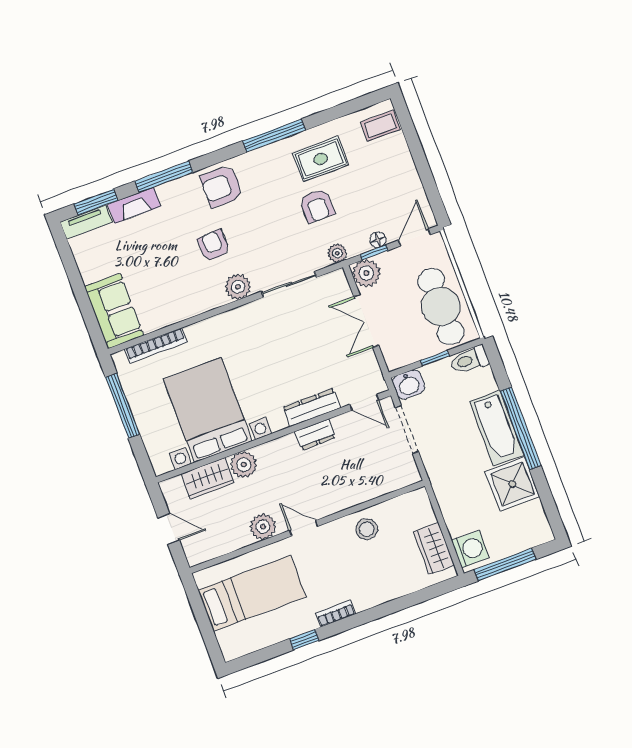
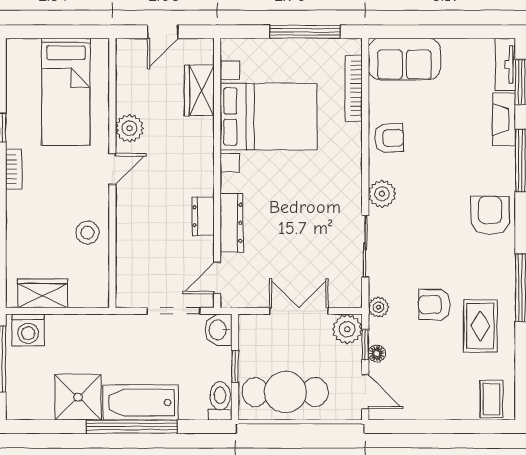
armchair: (213, 245) -> (389, 138), moved
plant: (244, 465) -> (200, 132), removed

